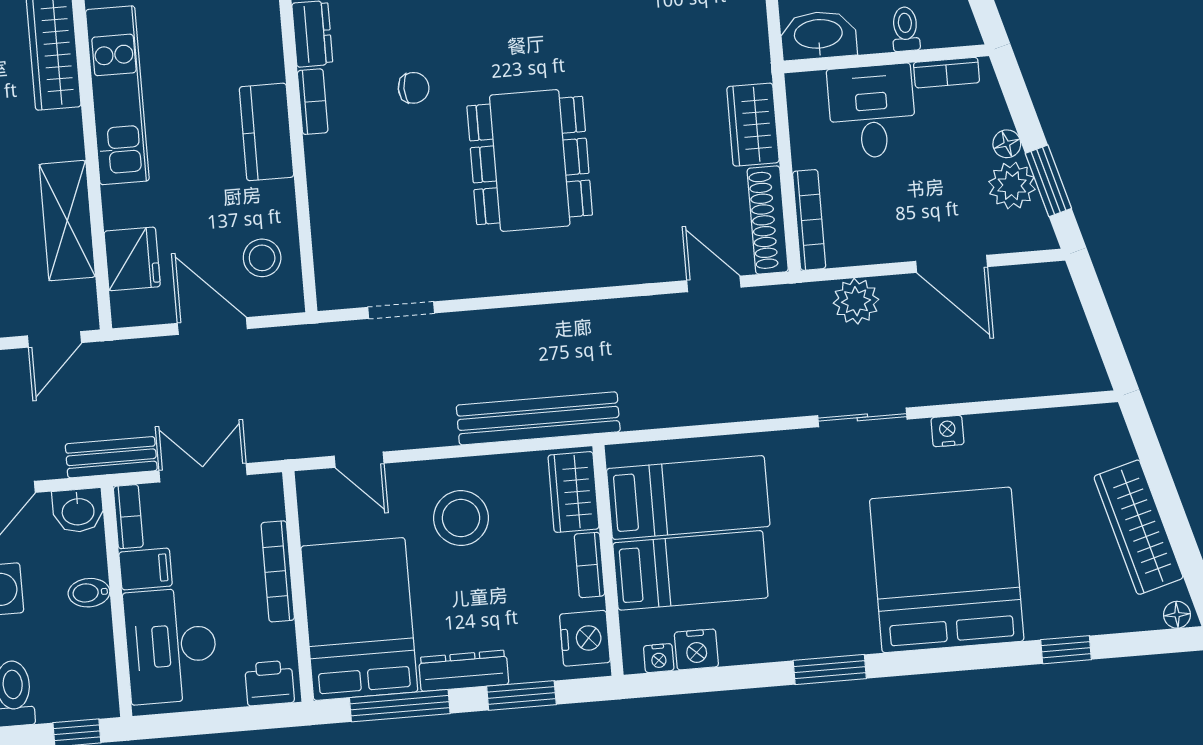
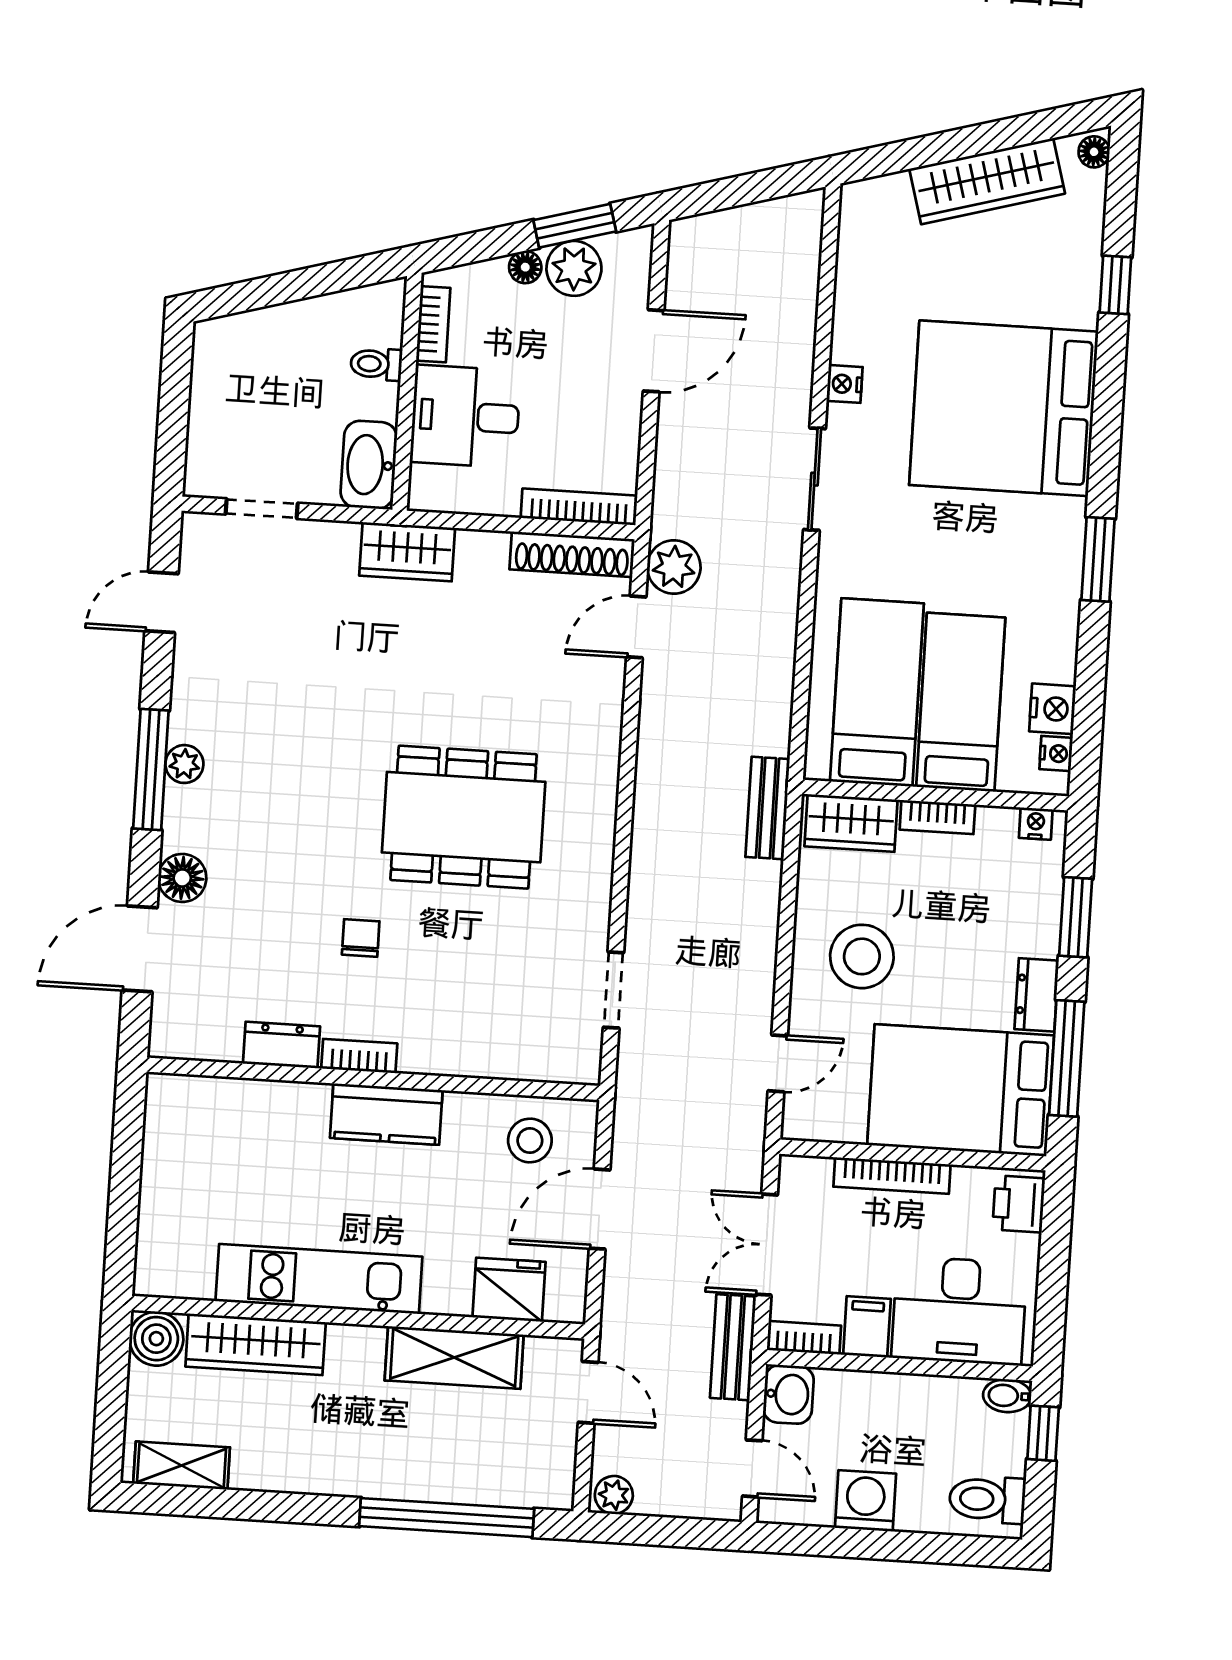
wardrobe: (753, 125) -> (407, 552), moved
plant: (856, 301) -> (674, 567), moved
bench: (538, 418) -> (768, 808), width x0.54, depth x0.82
bidet: (89, 593) -> (1007, 1396), moved, turned 90
nightstand: (585, 638) -> (1036, 824), width x0.53, depth x0.56
dresser: (464, 671) -> (1037, 995), width x0.70

